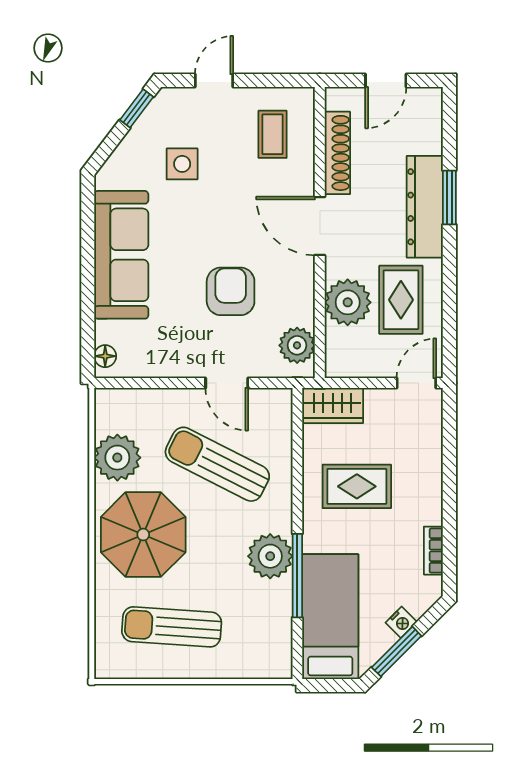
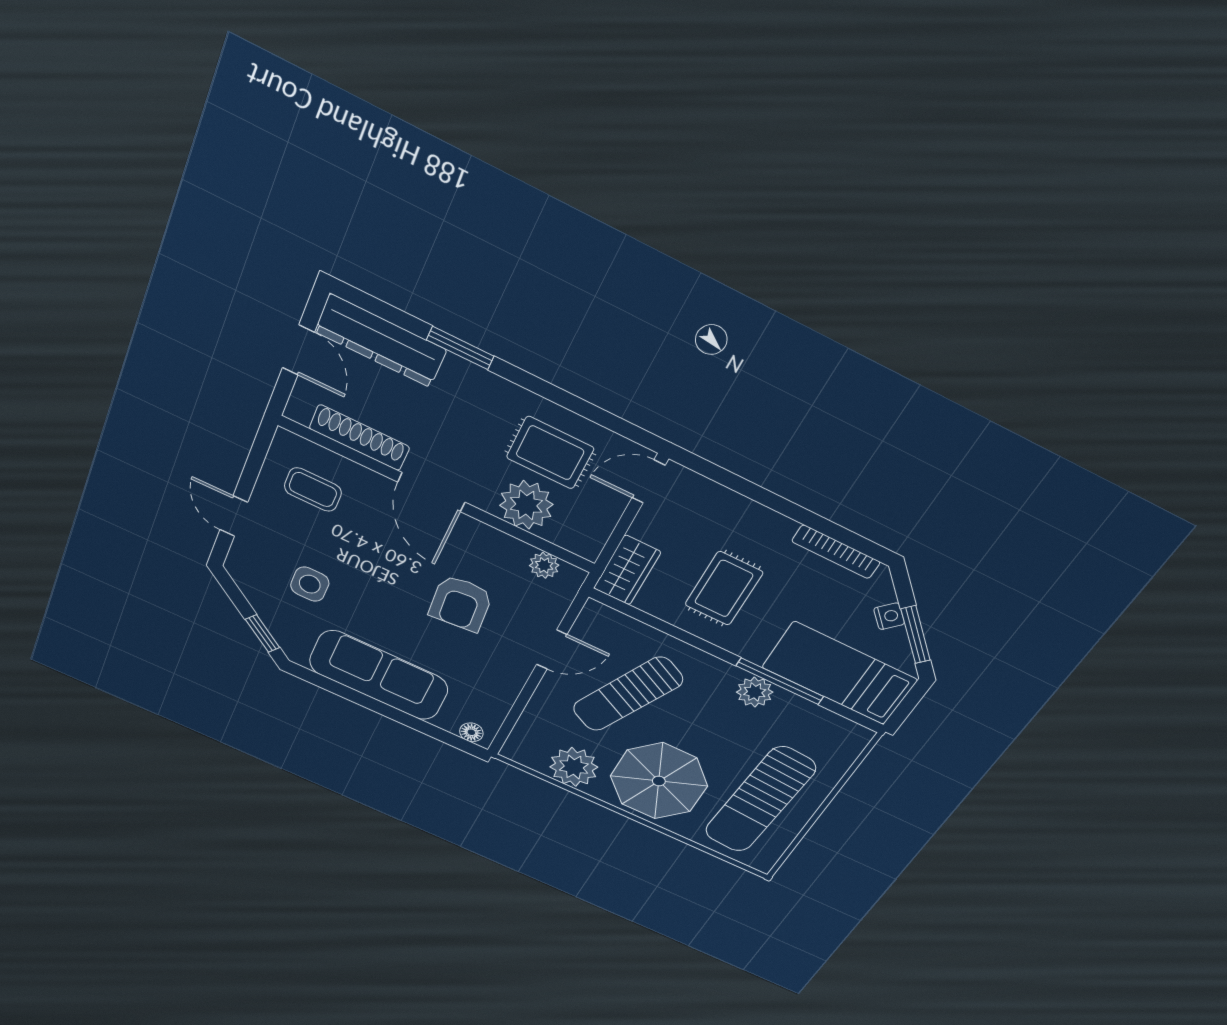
window: (137, 108) -> (262, 633), moved
dresser: (425, 207) -> (381, 341), moved
door: (320, 226) -> (431, 492), hinge flipped
armchair: (231, 291) -> (461, 603), turned -95
plant: (297, 345) -> (544, 565), width x0.73, depth x0.73
door: (416, 383) -> (649, 482), hinge flipped
bookcase: (433, 551) -> (836, 552), width x1.56
plant: (270, 556) -> (755, 692), width x0.73, depth x0.73
sun lounger: (172, 627) -> (760, 800), width x1.36, depth x1.34

